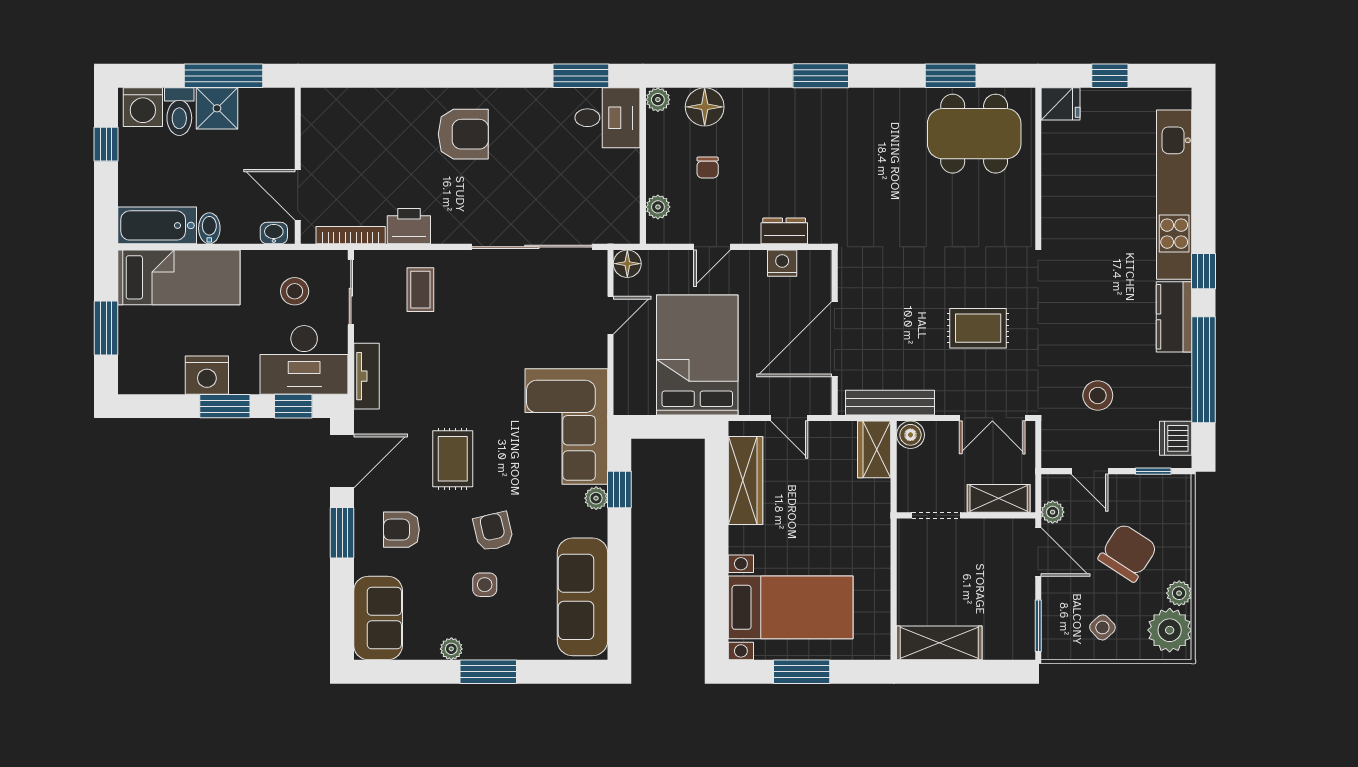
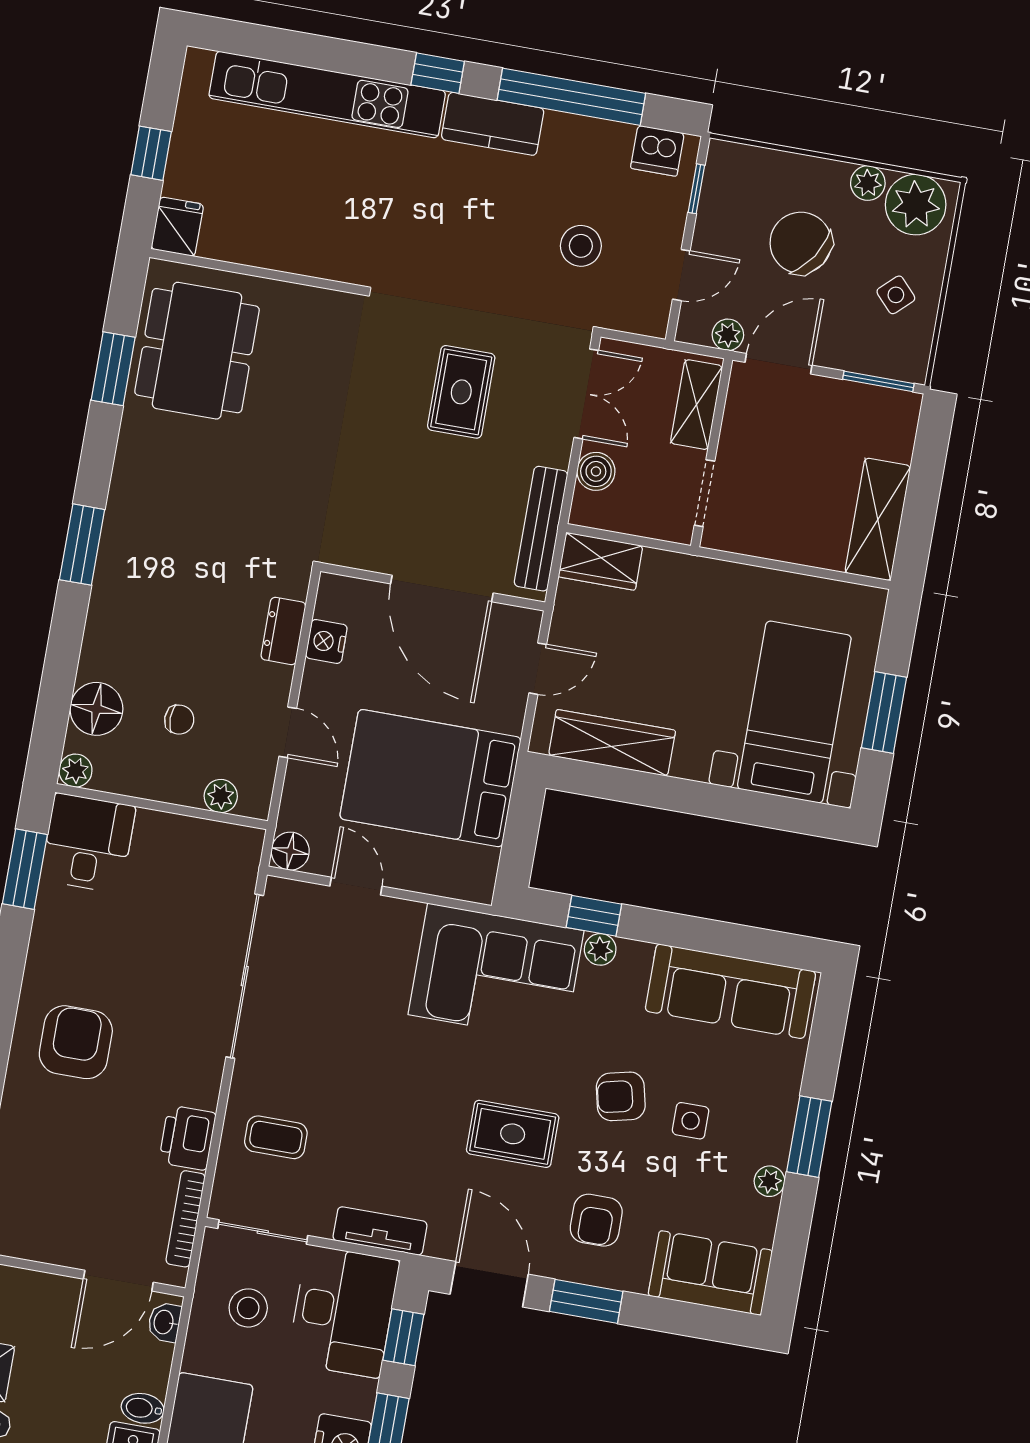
boiler: (910, 435) -> (596, 471), moved

